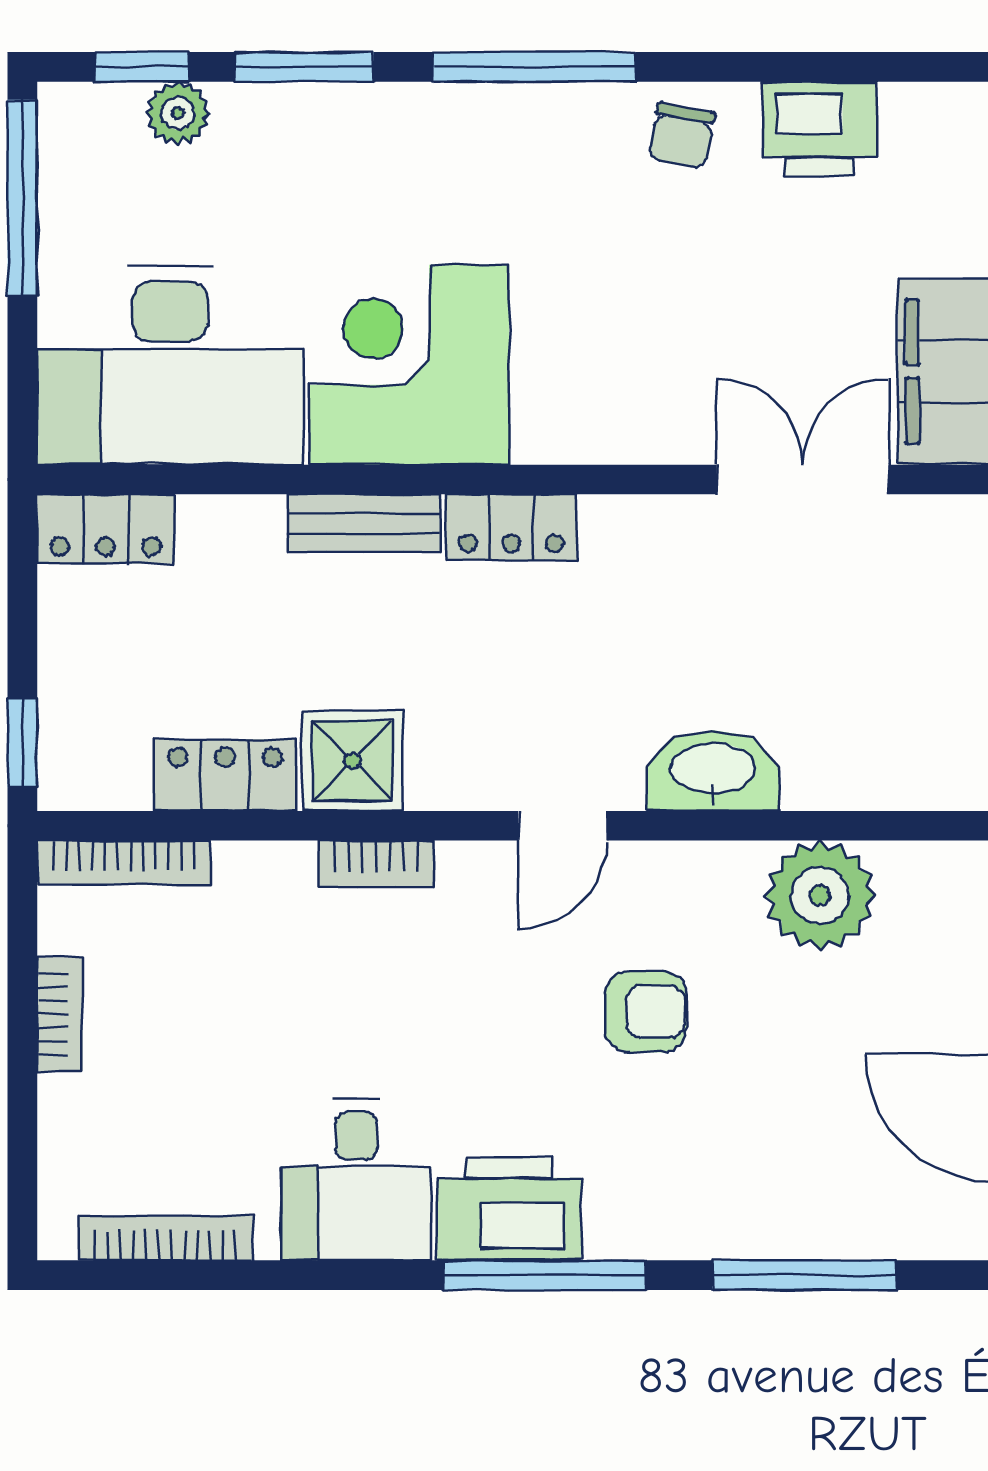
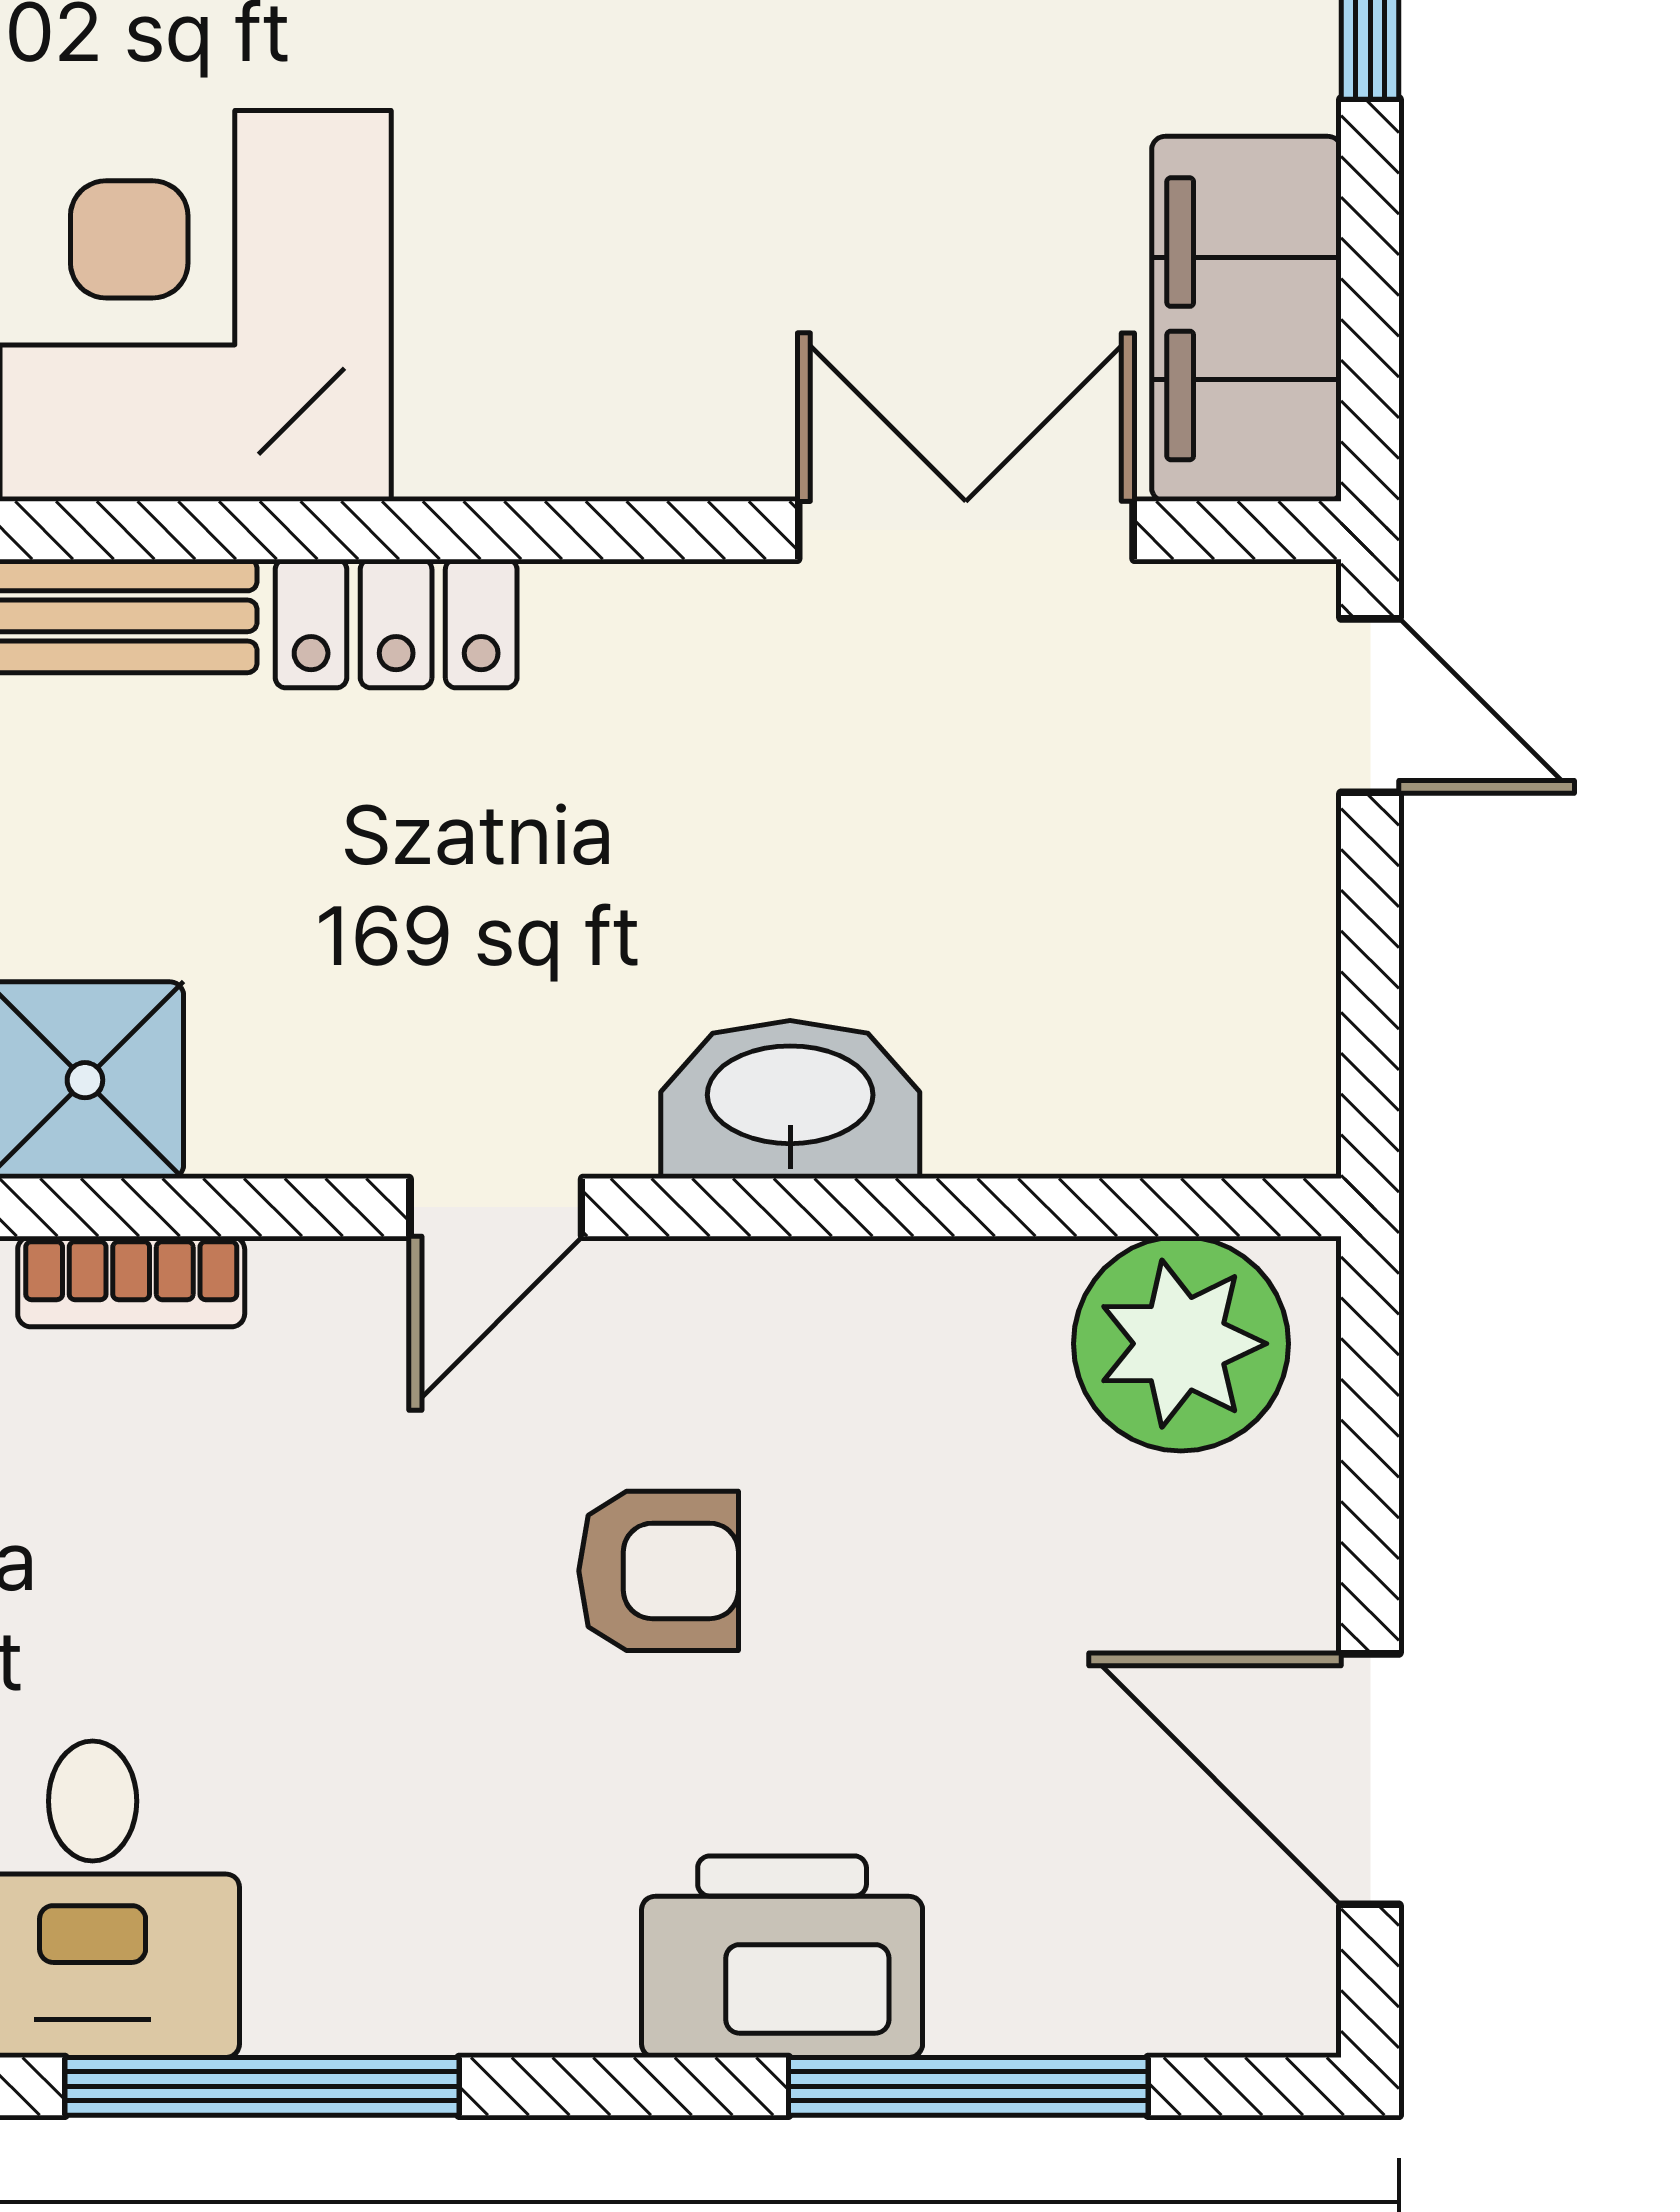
plant: (820, 895) -> (1181, 1344), moved
printer: (509, 1209) -> (782, 1957), moved
window: (544, 1275) -> (262, 2086), moved

